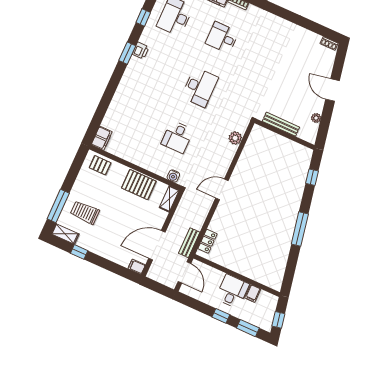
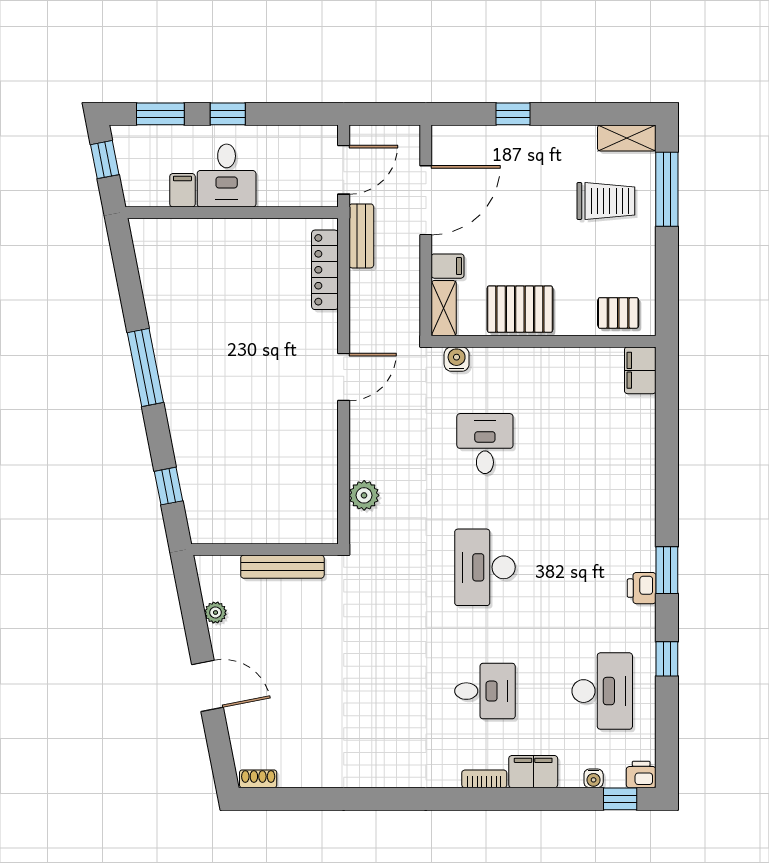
locker: (208, 241) -> (325, 270), width x1.53
window: (79, 252) -> (513, 114), moved
filing cabinet: (137, 267) -> (448, 266), moved
door: (184, 272) -> (344, 170), swing flipped

